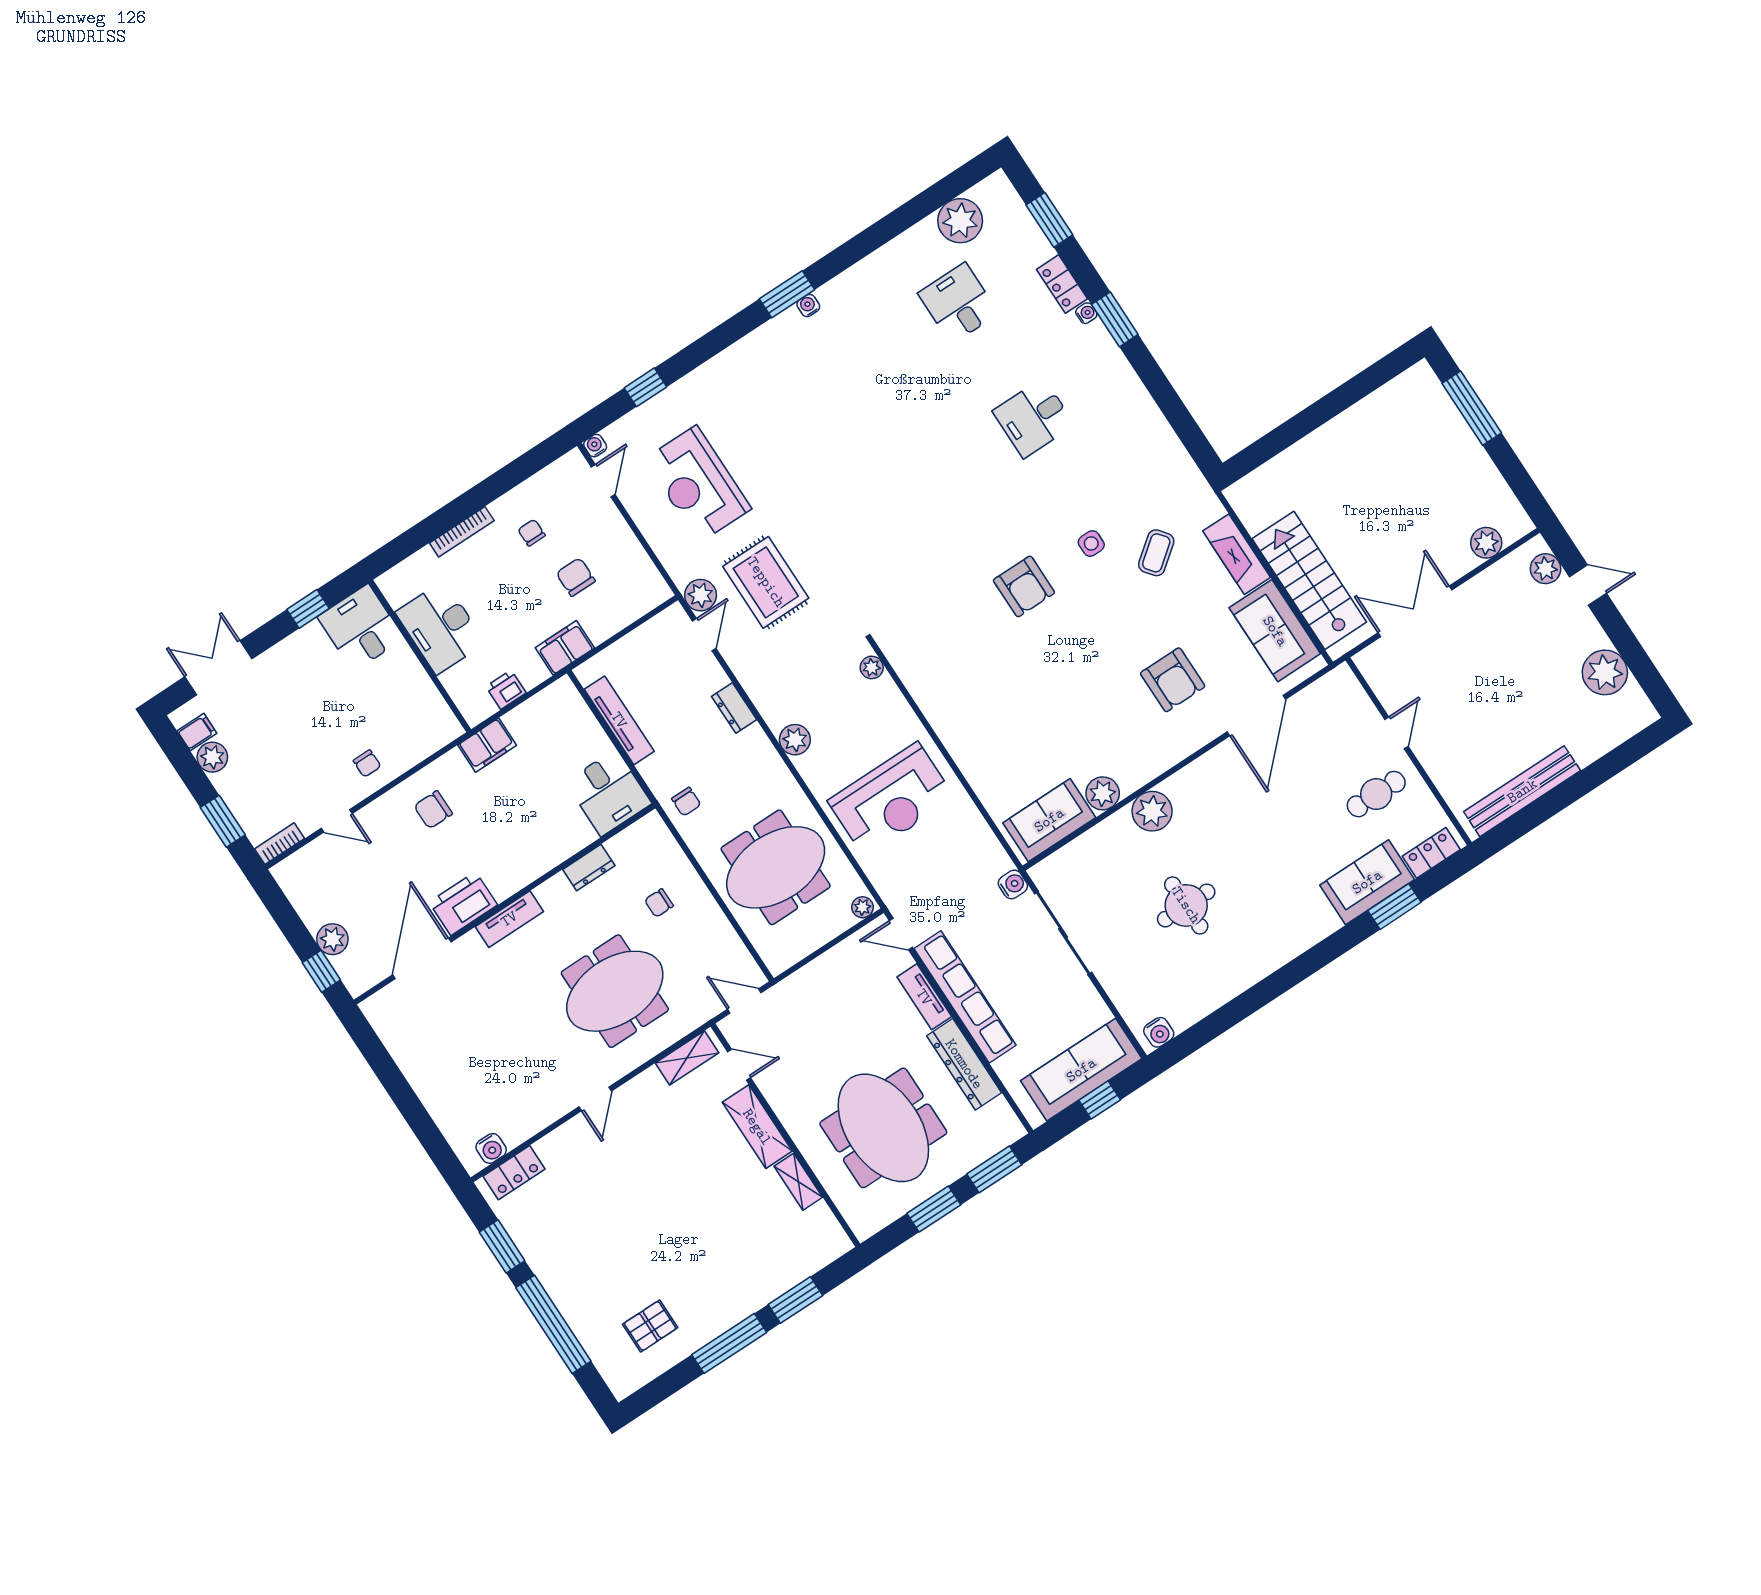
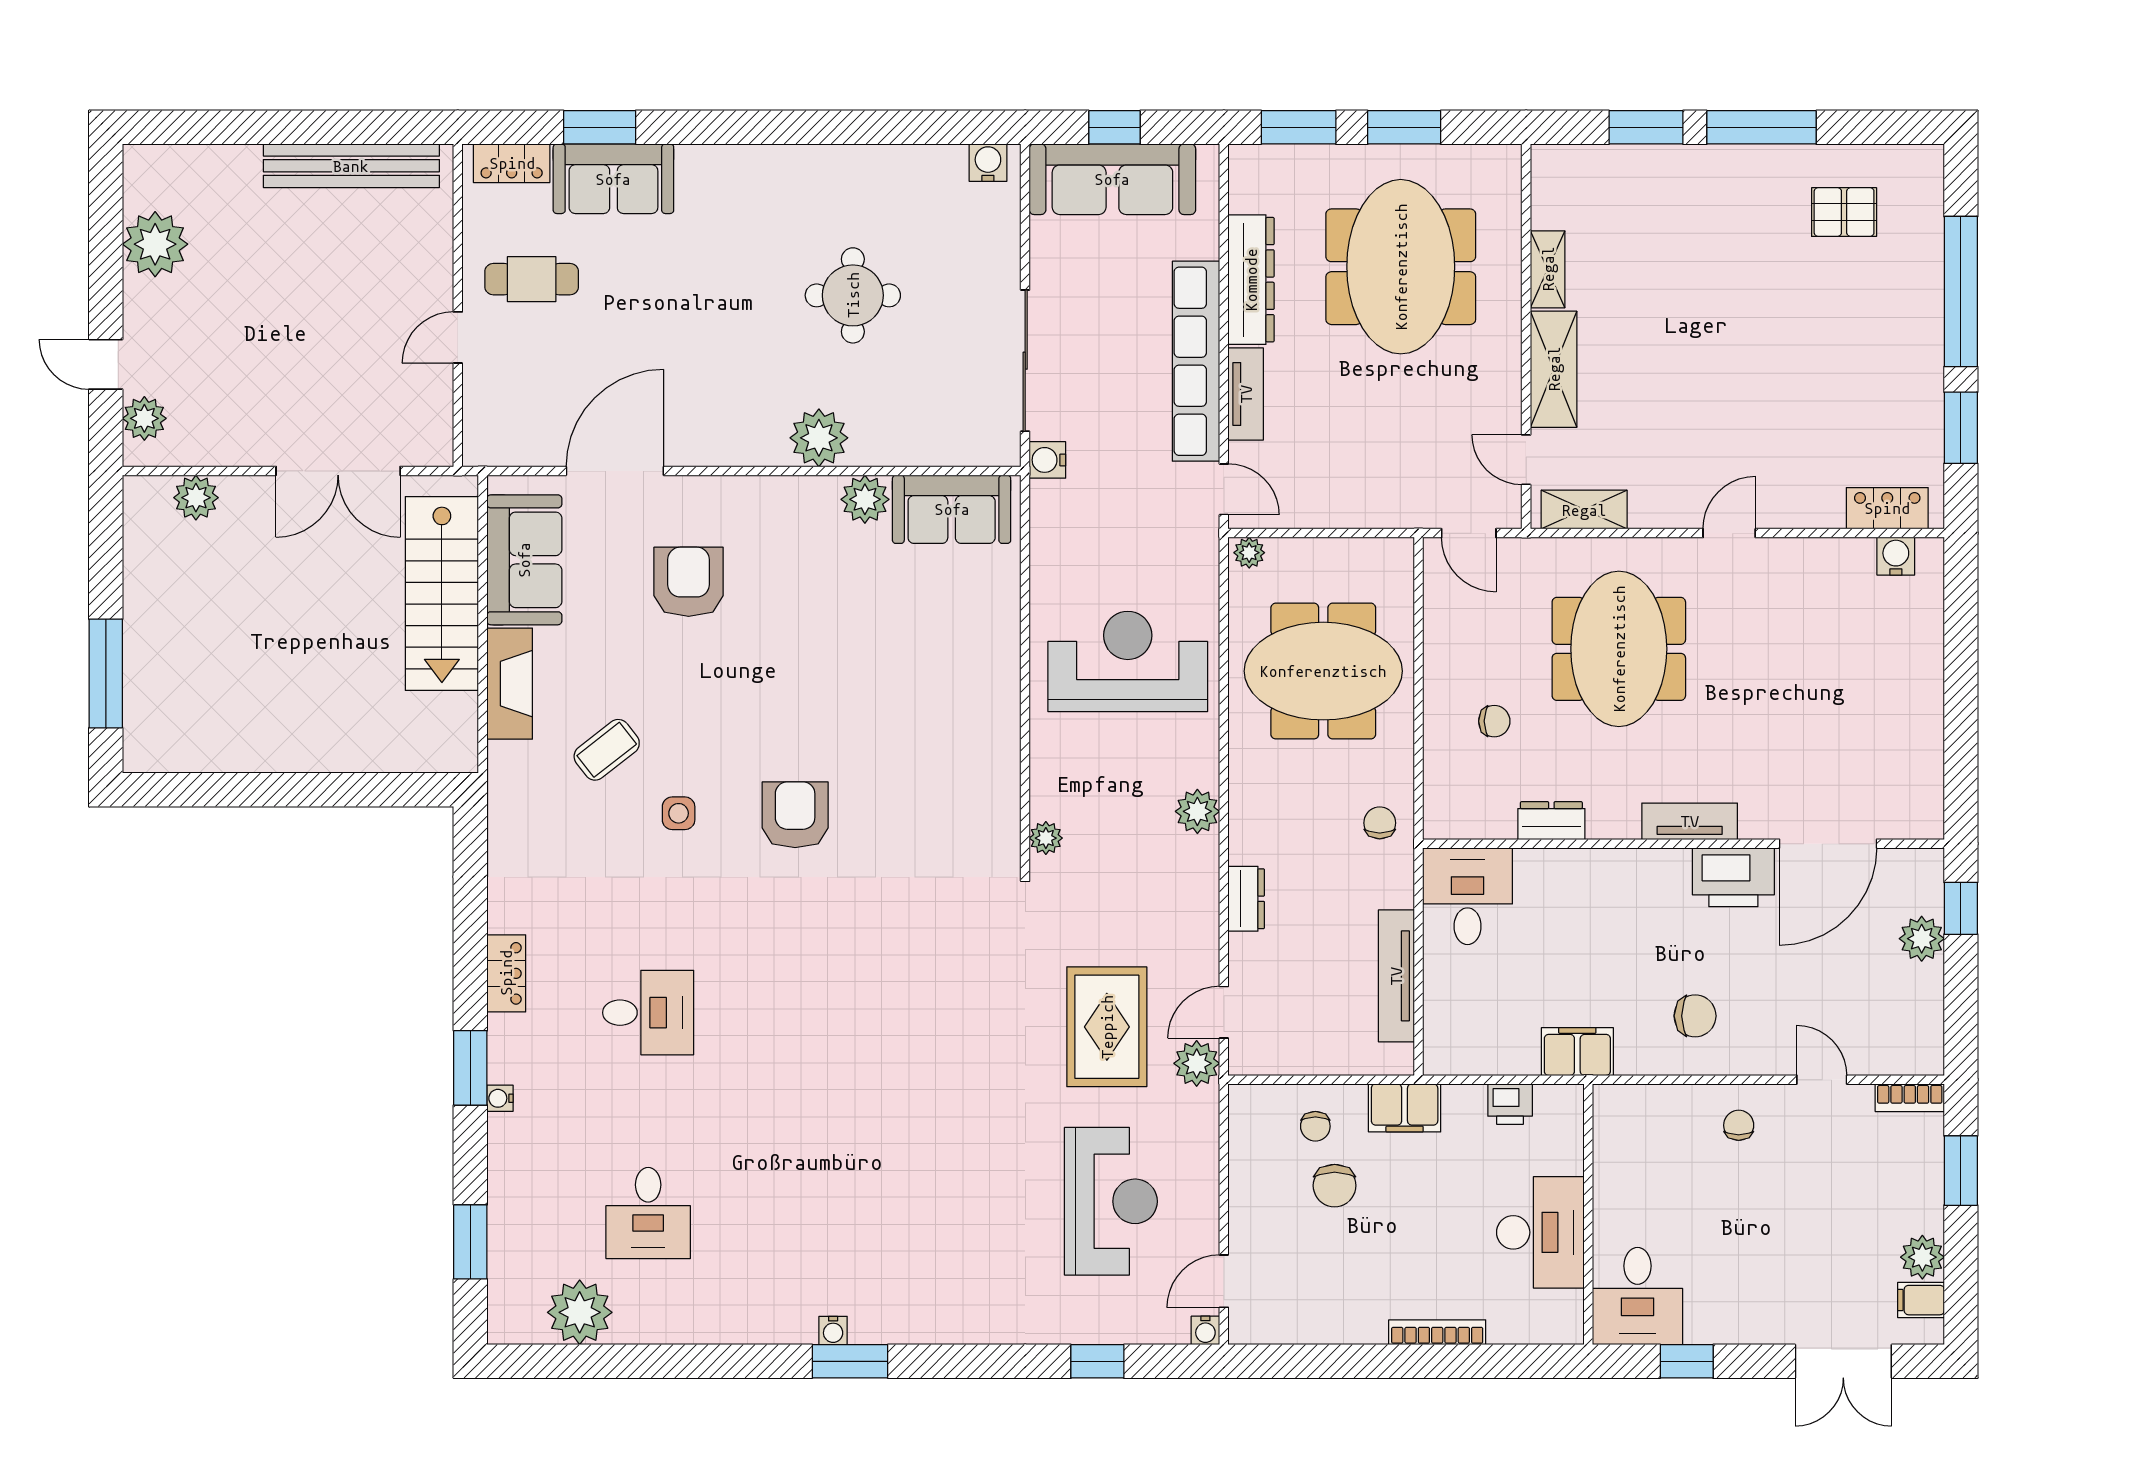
locker: (1062, 284) -> (506, 973), moved
chair: (532, 533) -> (1315, 1126), moved
meeting table: (615, 991) -> (1619, 649), turned 90

